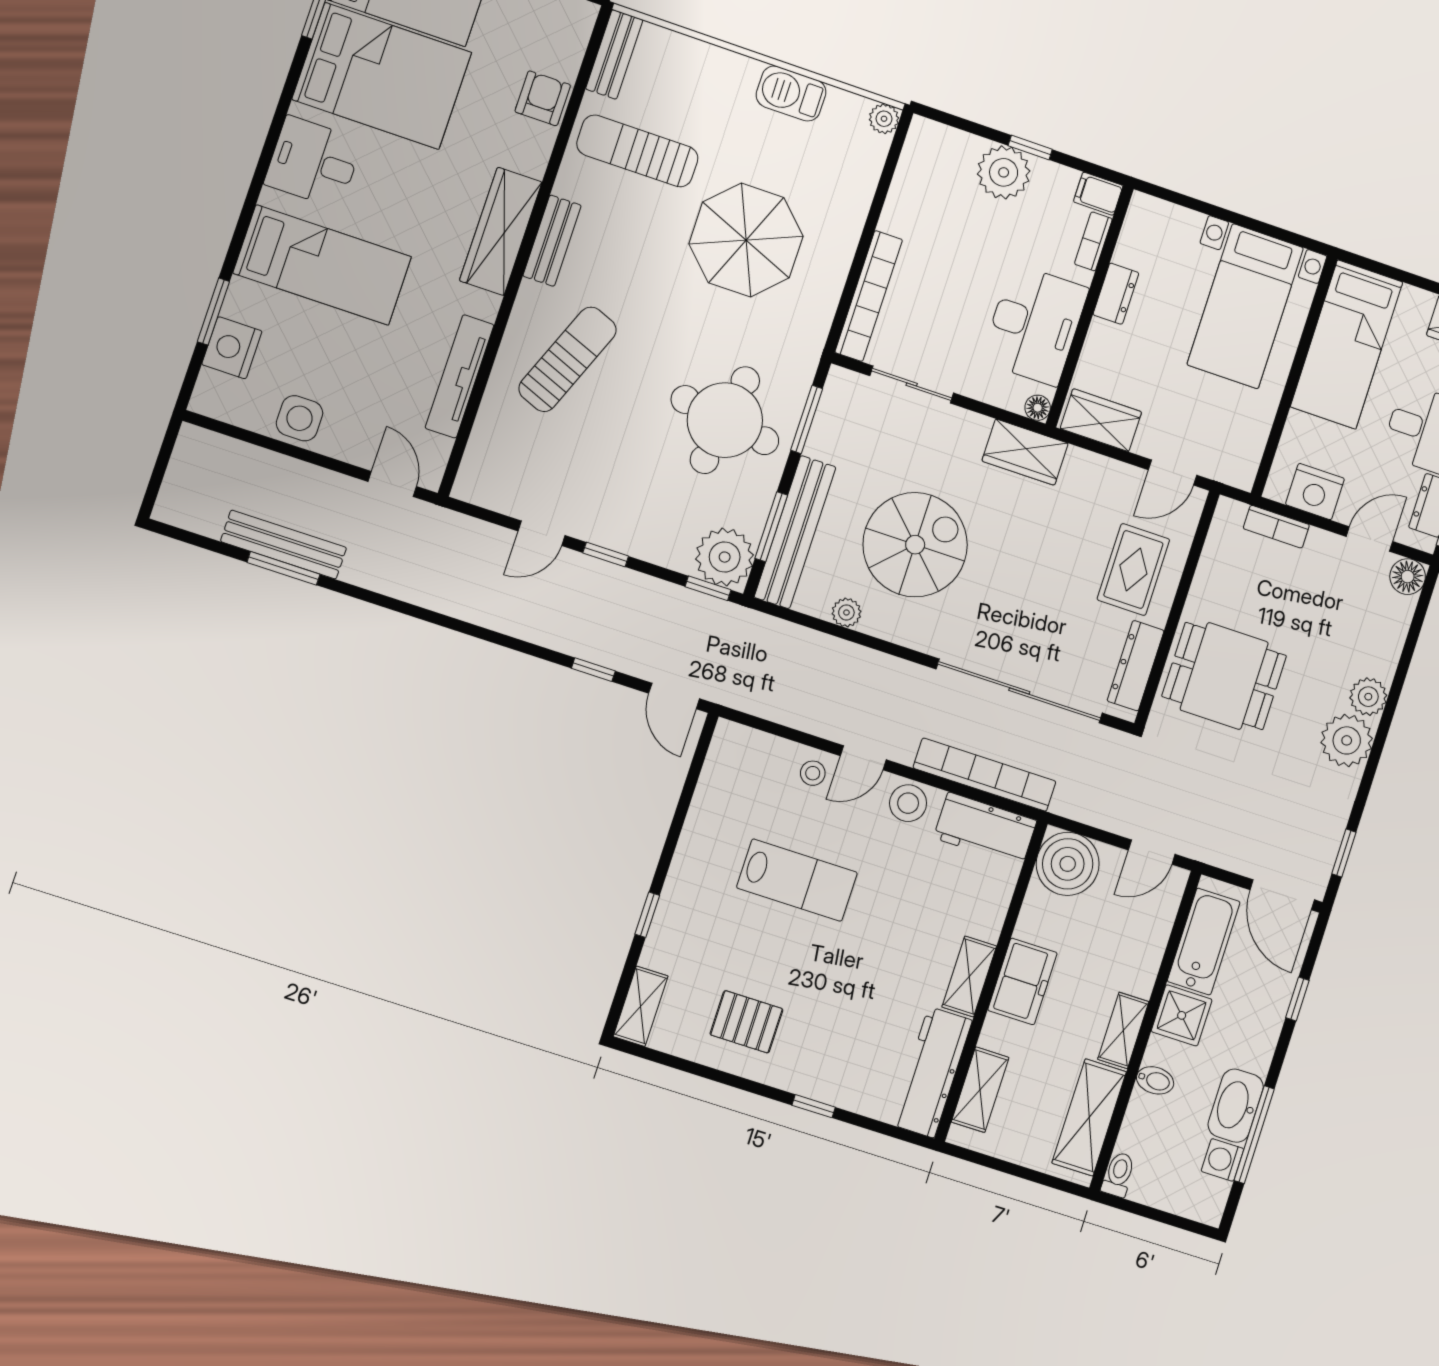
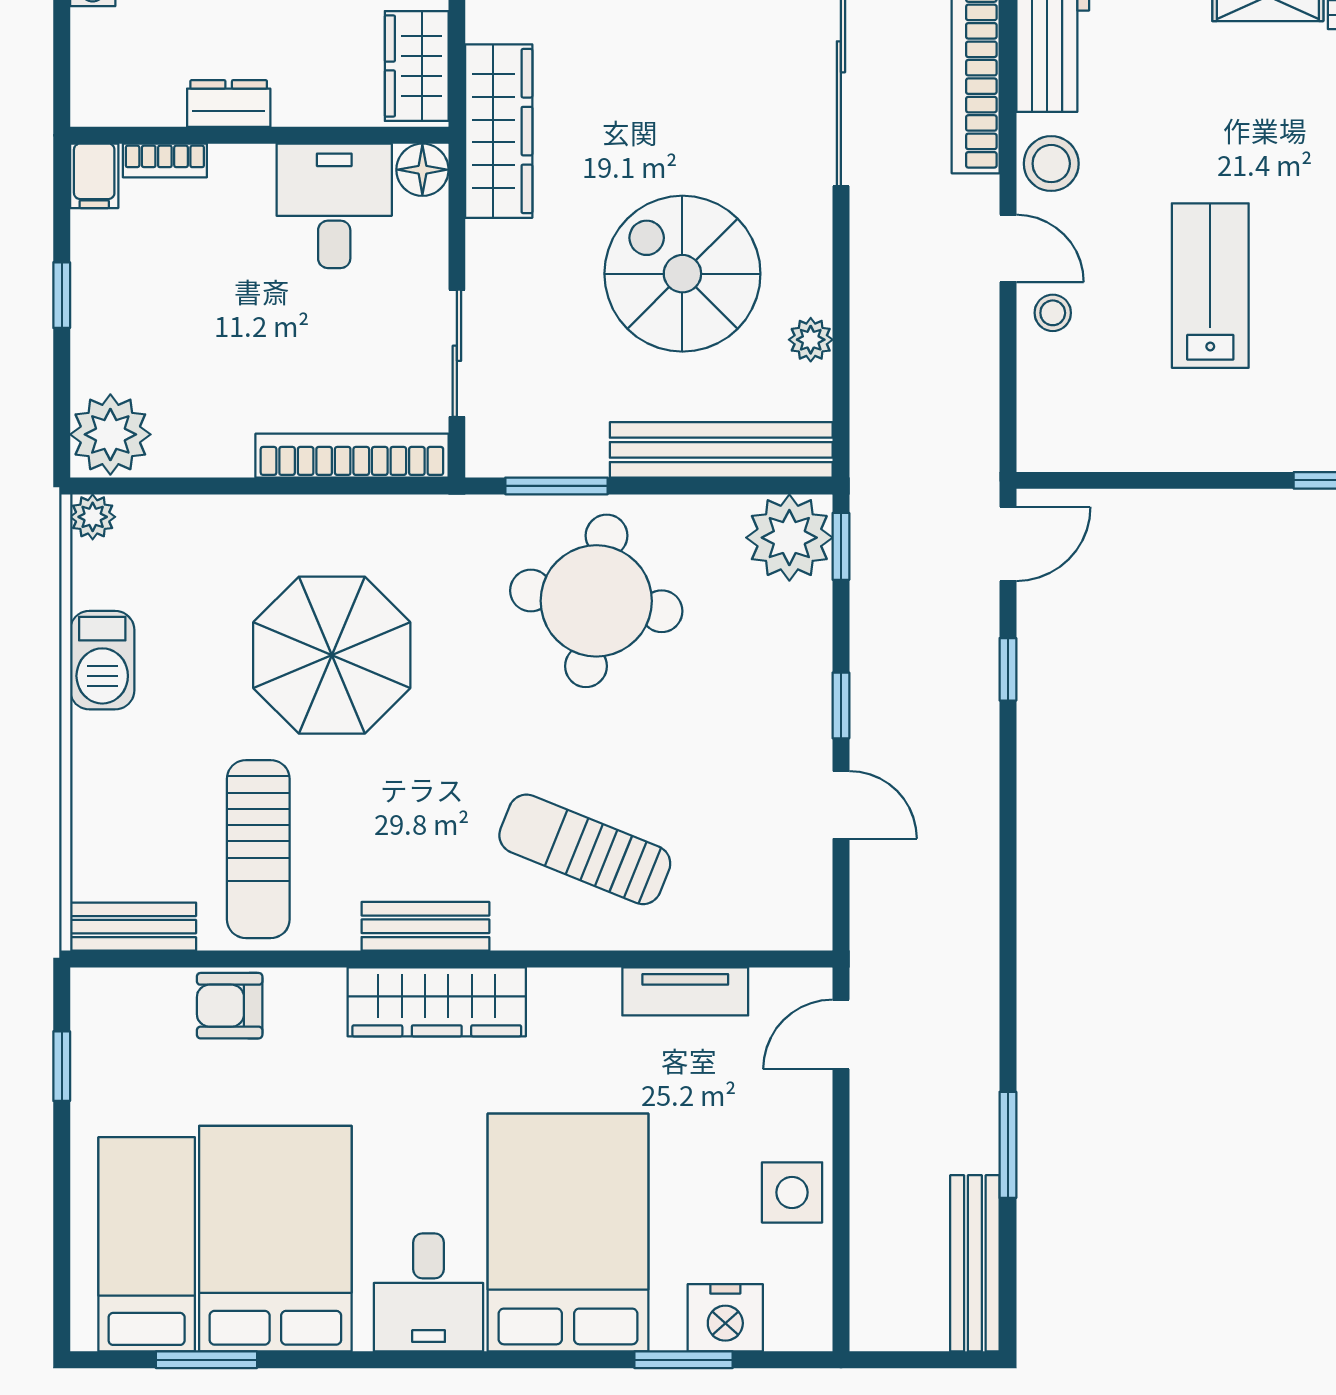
plant: (1004, 172) -> (110, 434), moved
bed: (322, 265) -> (568, 1232), width x1.50
desk: (1035, 325) -> (334, 206), width x0.73
tv unit: (460, 376) -> (685, 991), width x0.71
floor lamp: (1038, 408) -> (422, 170), width x1.37, depth x1.37
wardrobe: (1025, 452) -> (499, 131), width x1.50
window: (771, 527) -> (725, 486), removed
bench: (284, 545) -> (975, 1263), moved

